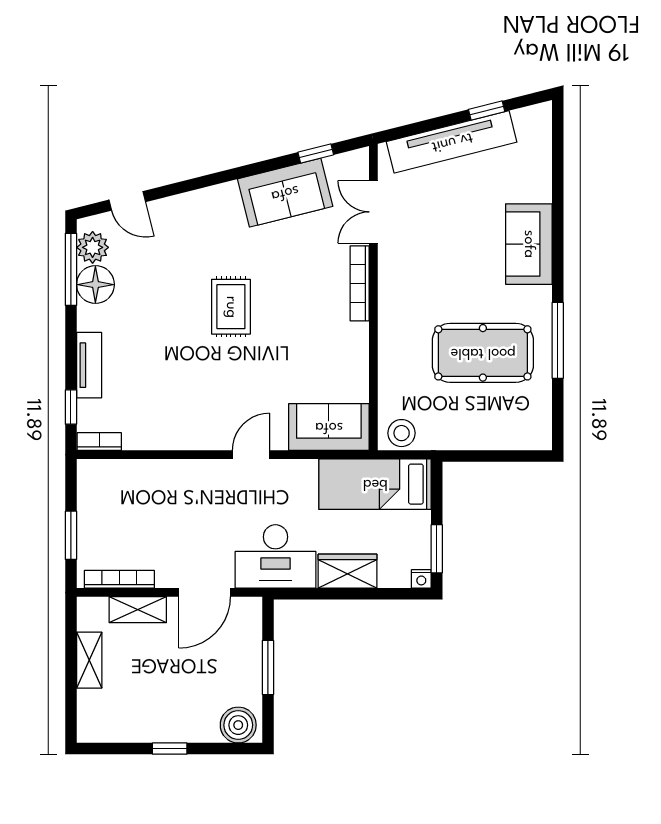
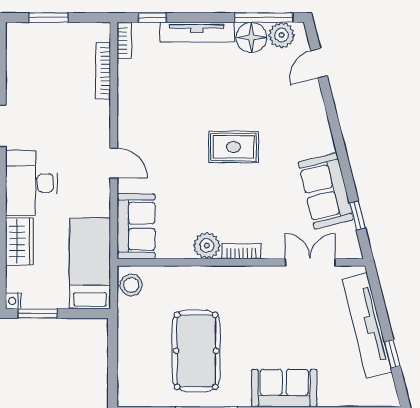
bookcase: (360, 283) -> (241, 251), width x0.64
plant: (353, 340) -> (207, 246), added
tv unit: (89, 365) -> (197, 32), width x1.41
bookcase: (119, 579) -> (103, 71), moved, turned 180

